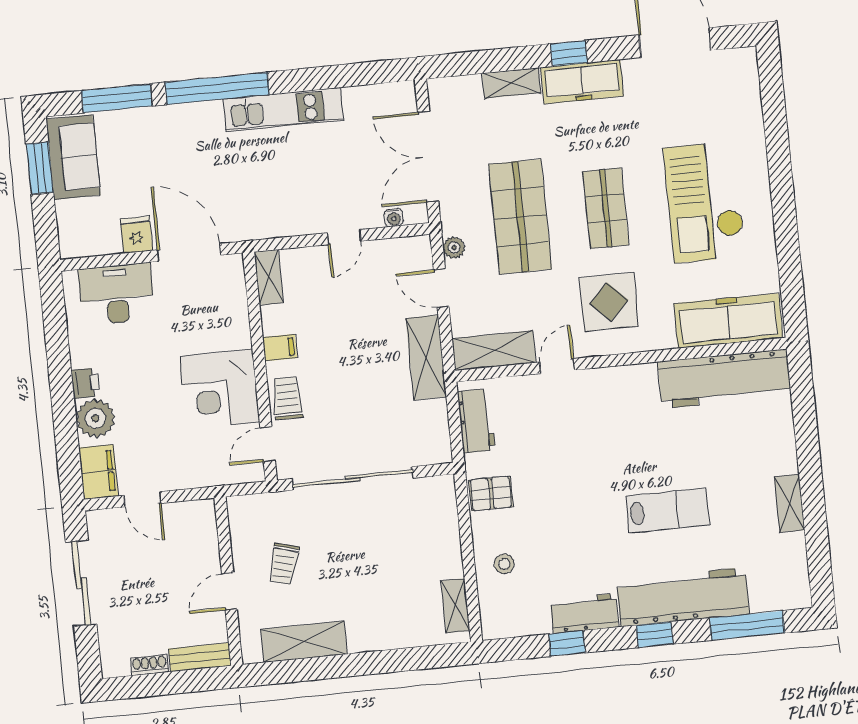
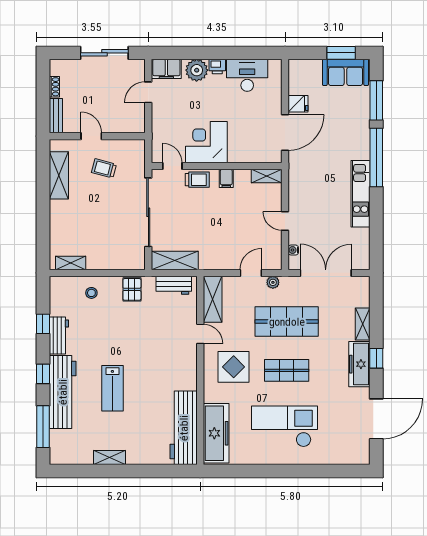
desk: (117, 294) -> (247, 75), moved, turned -90
shelving: (426, 358) -> (175, 260), moved

